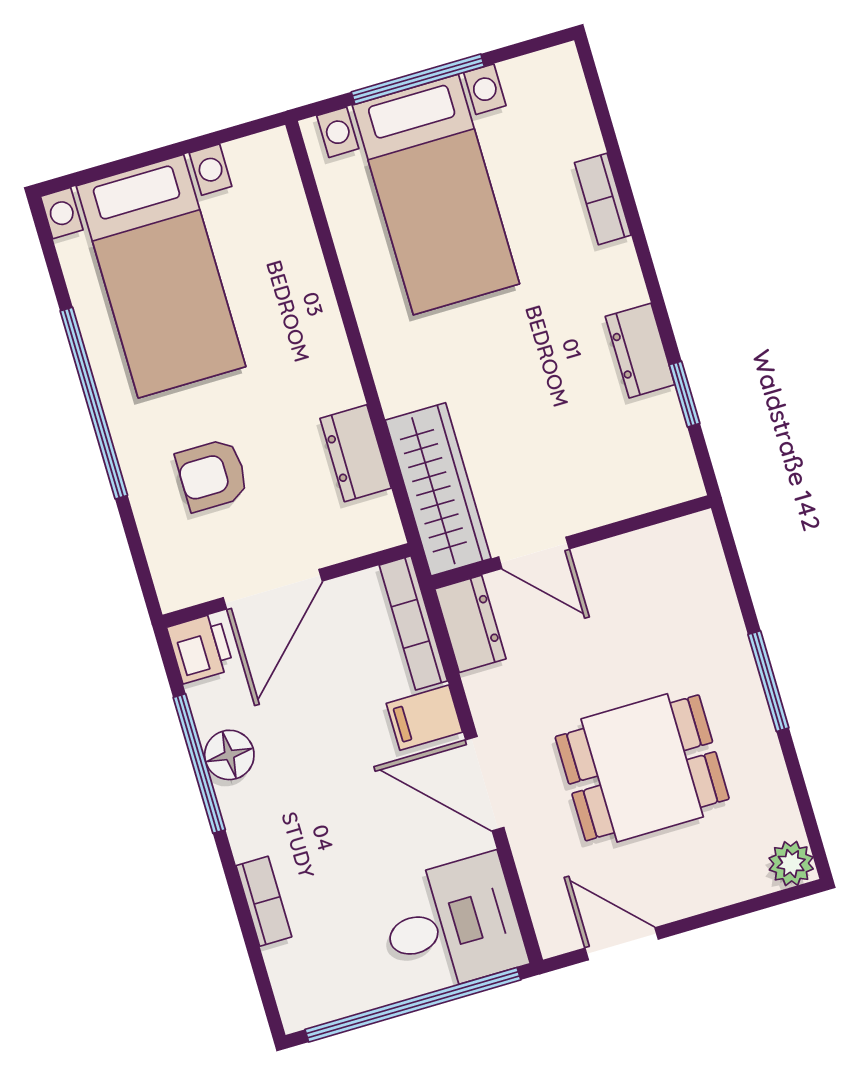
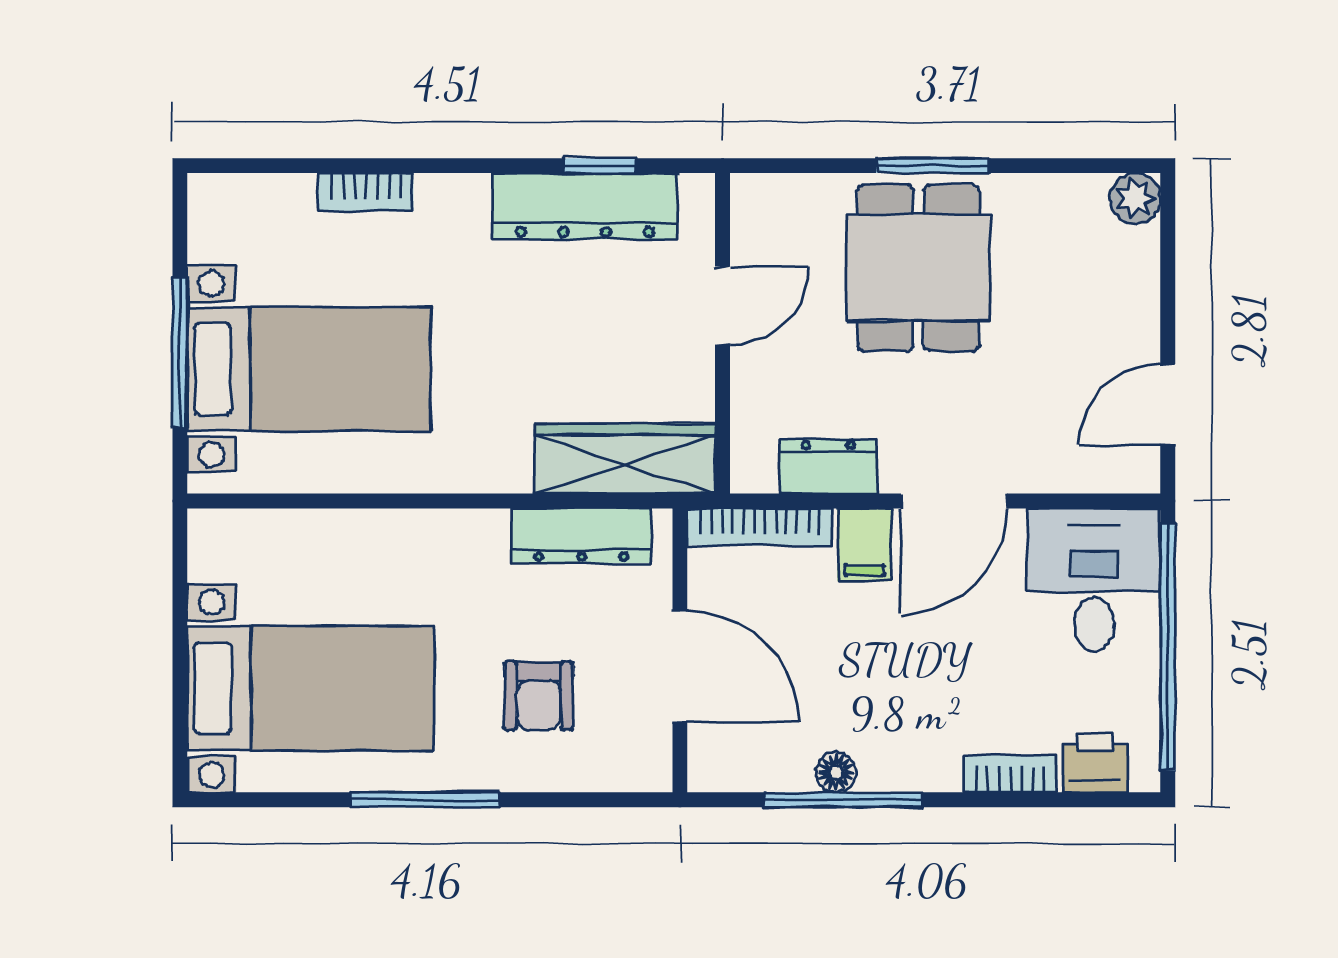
dresser: (640, 351) -> (585, 206), width x1.96, depth x1.24
window: (94, 403) -> (425, 800), width x0.68
dresser: (356, 453) -> (581, 536), width x1.44
door: (534, 553) -> (723, 306), moved
dresser: (470, 624) -> (828, 466), moved
printer: (200, 648) -> (1095, 763), moved
floor lamp: (229, 755) -> (836, 772), width x0.73, depth x0.73
dining table: (642, 768) -> (918, 268), moved

